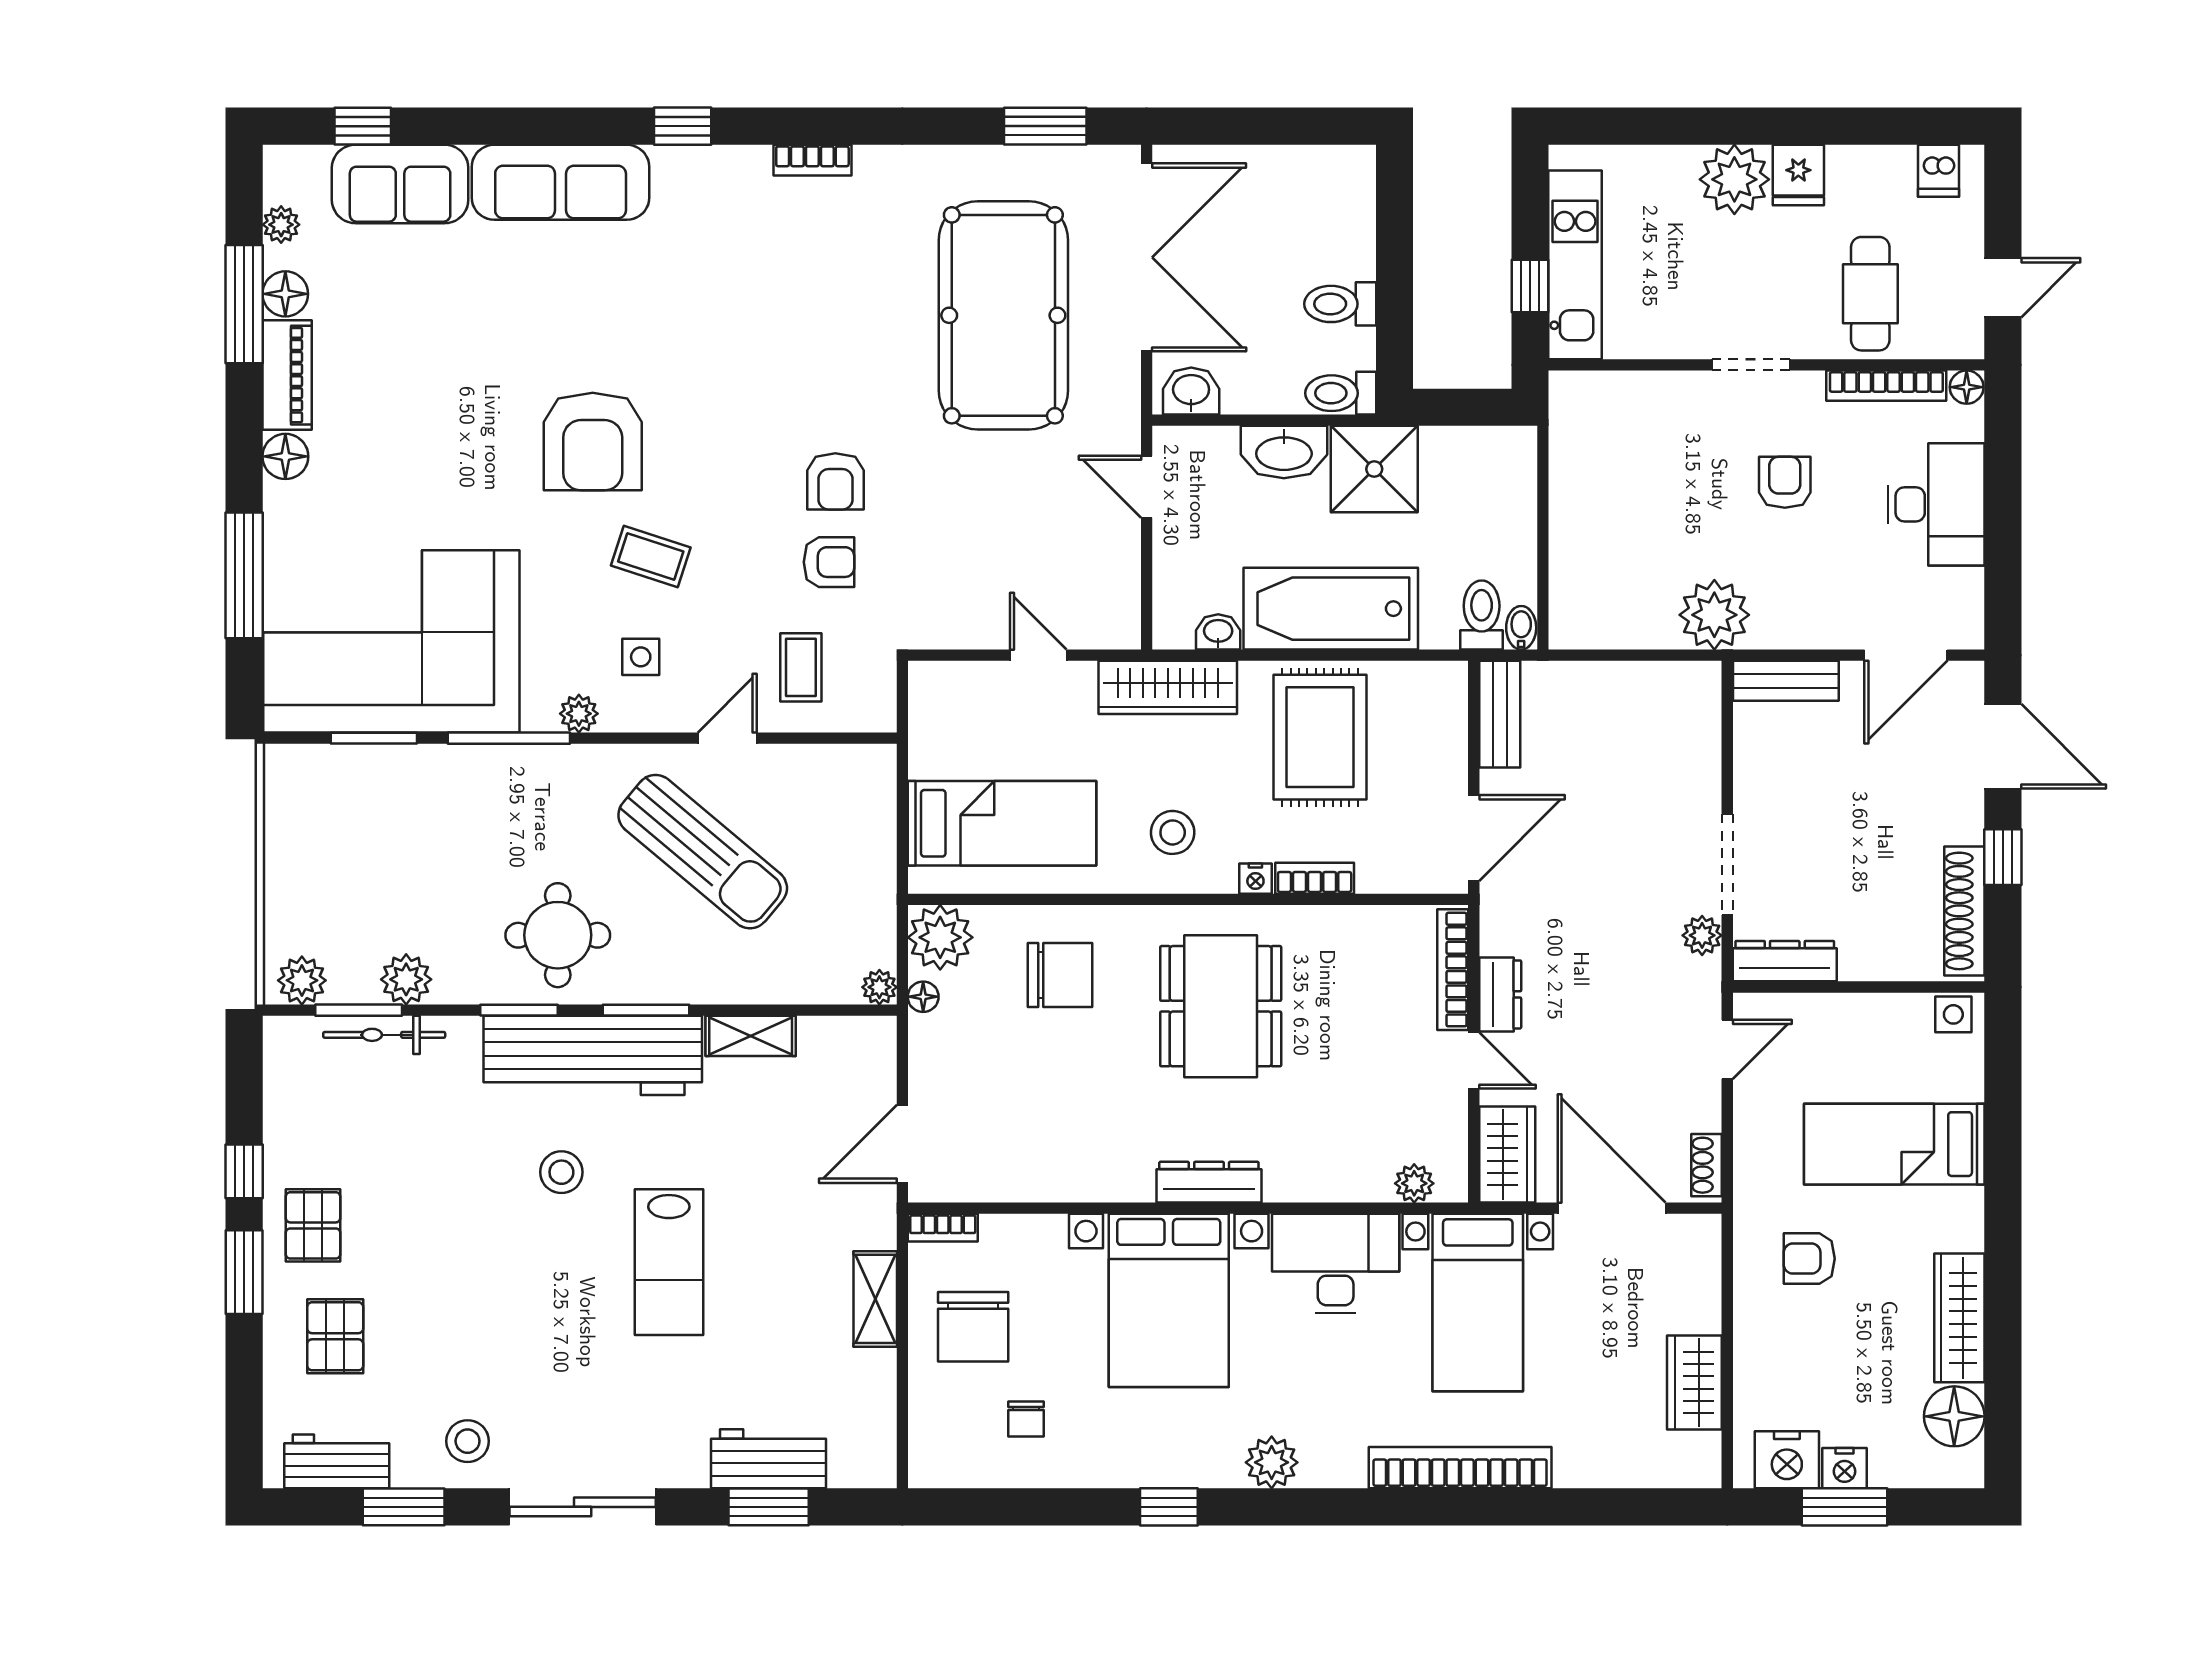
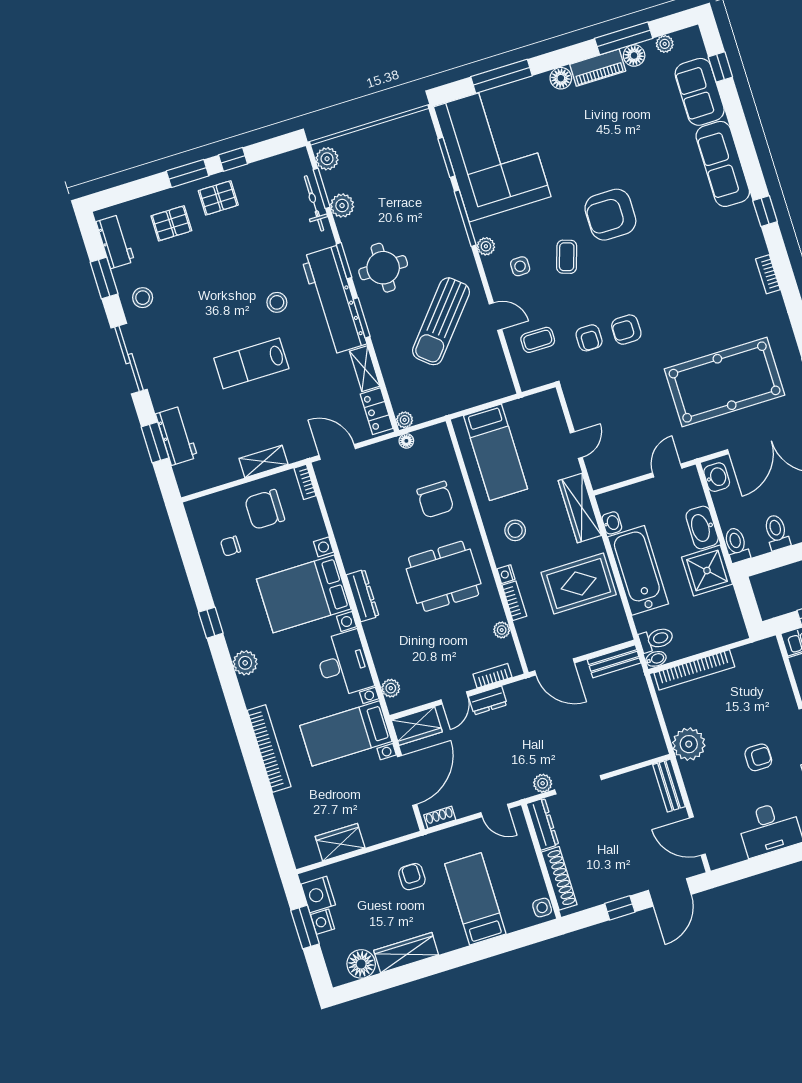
bookcase: (1567, 557) -> (694, 670), added
shoe rack: (1964, 911) -> (559, 878), moved, turned 90
plant: (940, 937) -> (502, 630), moved, width x0.53, depth x0.53
bookcase: (1453, 970) -> (492, 676), width x0.64
locker: (844, 1038) -> (377, 411), added

